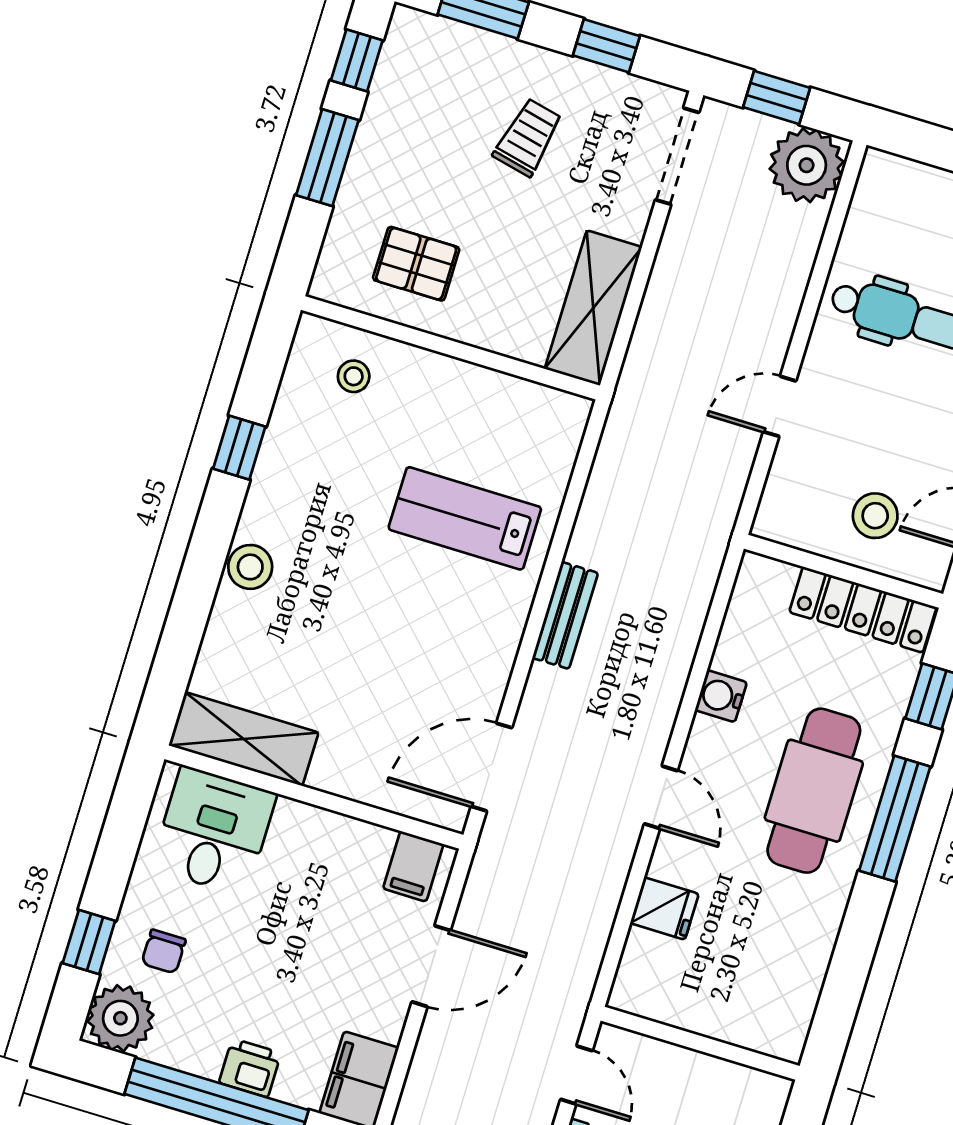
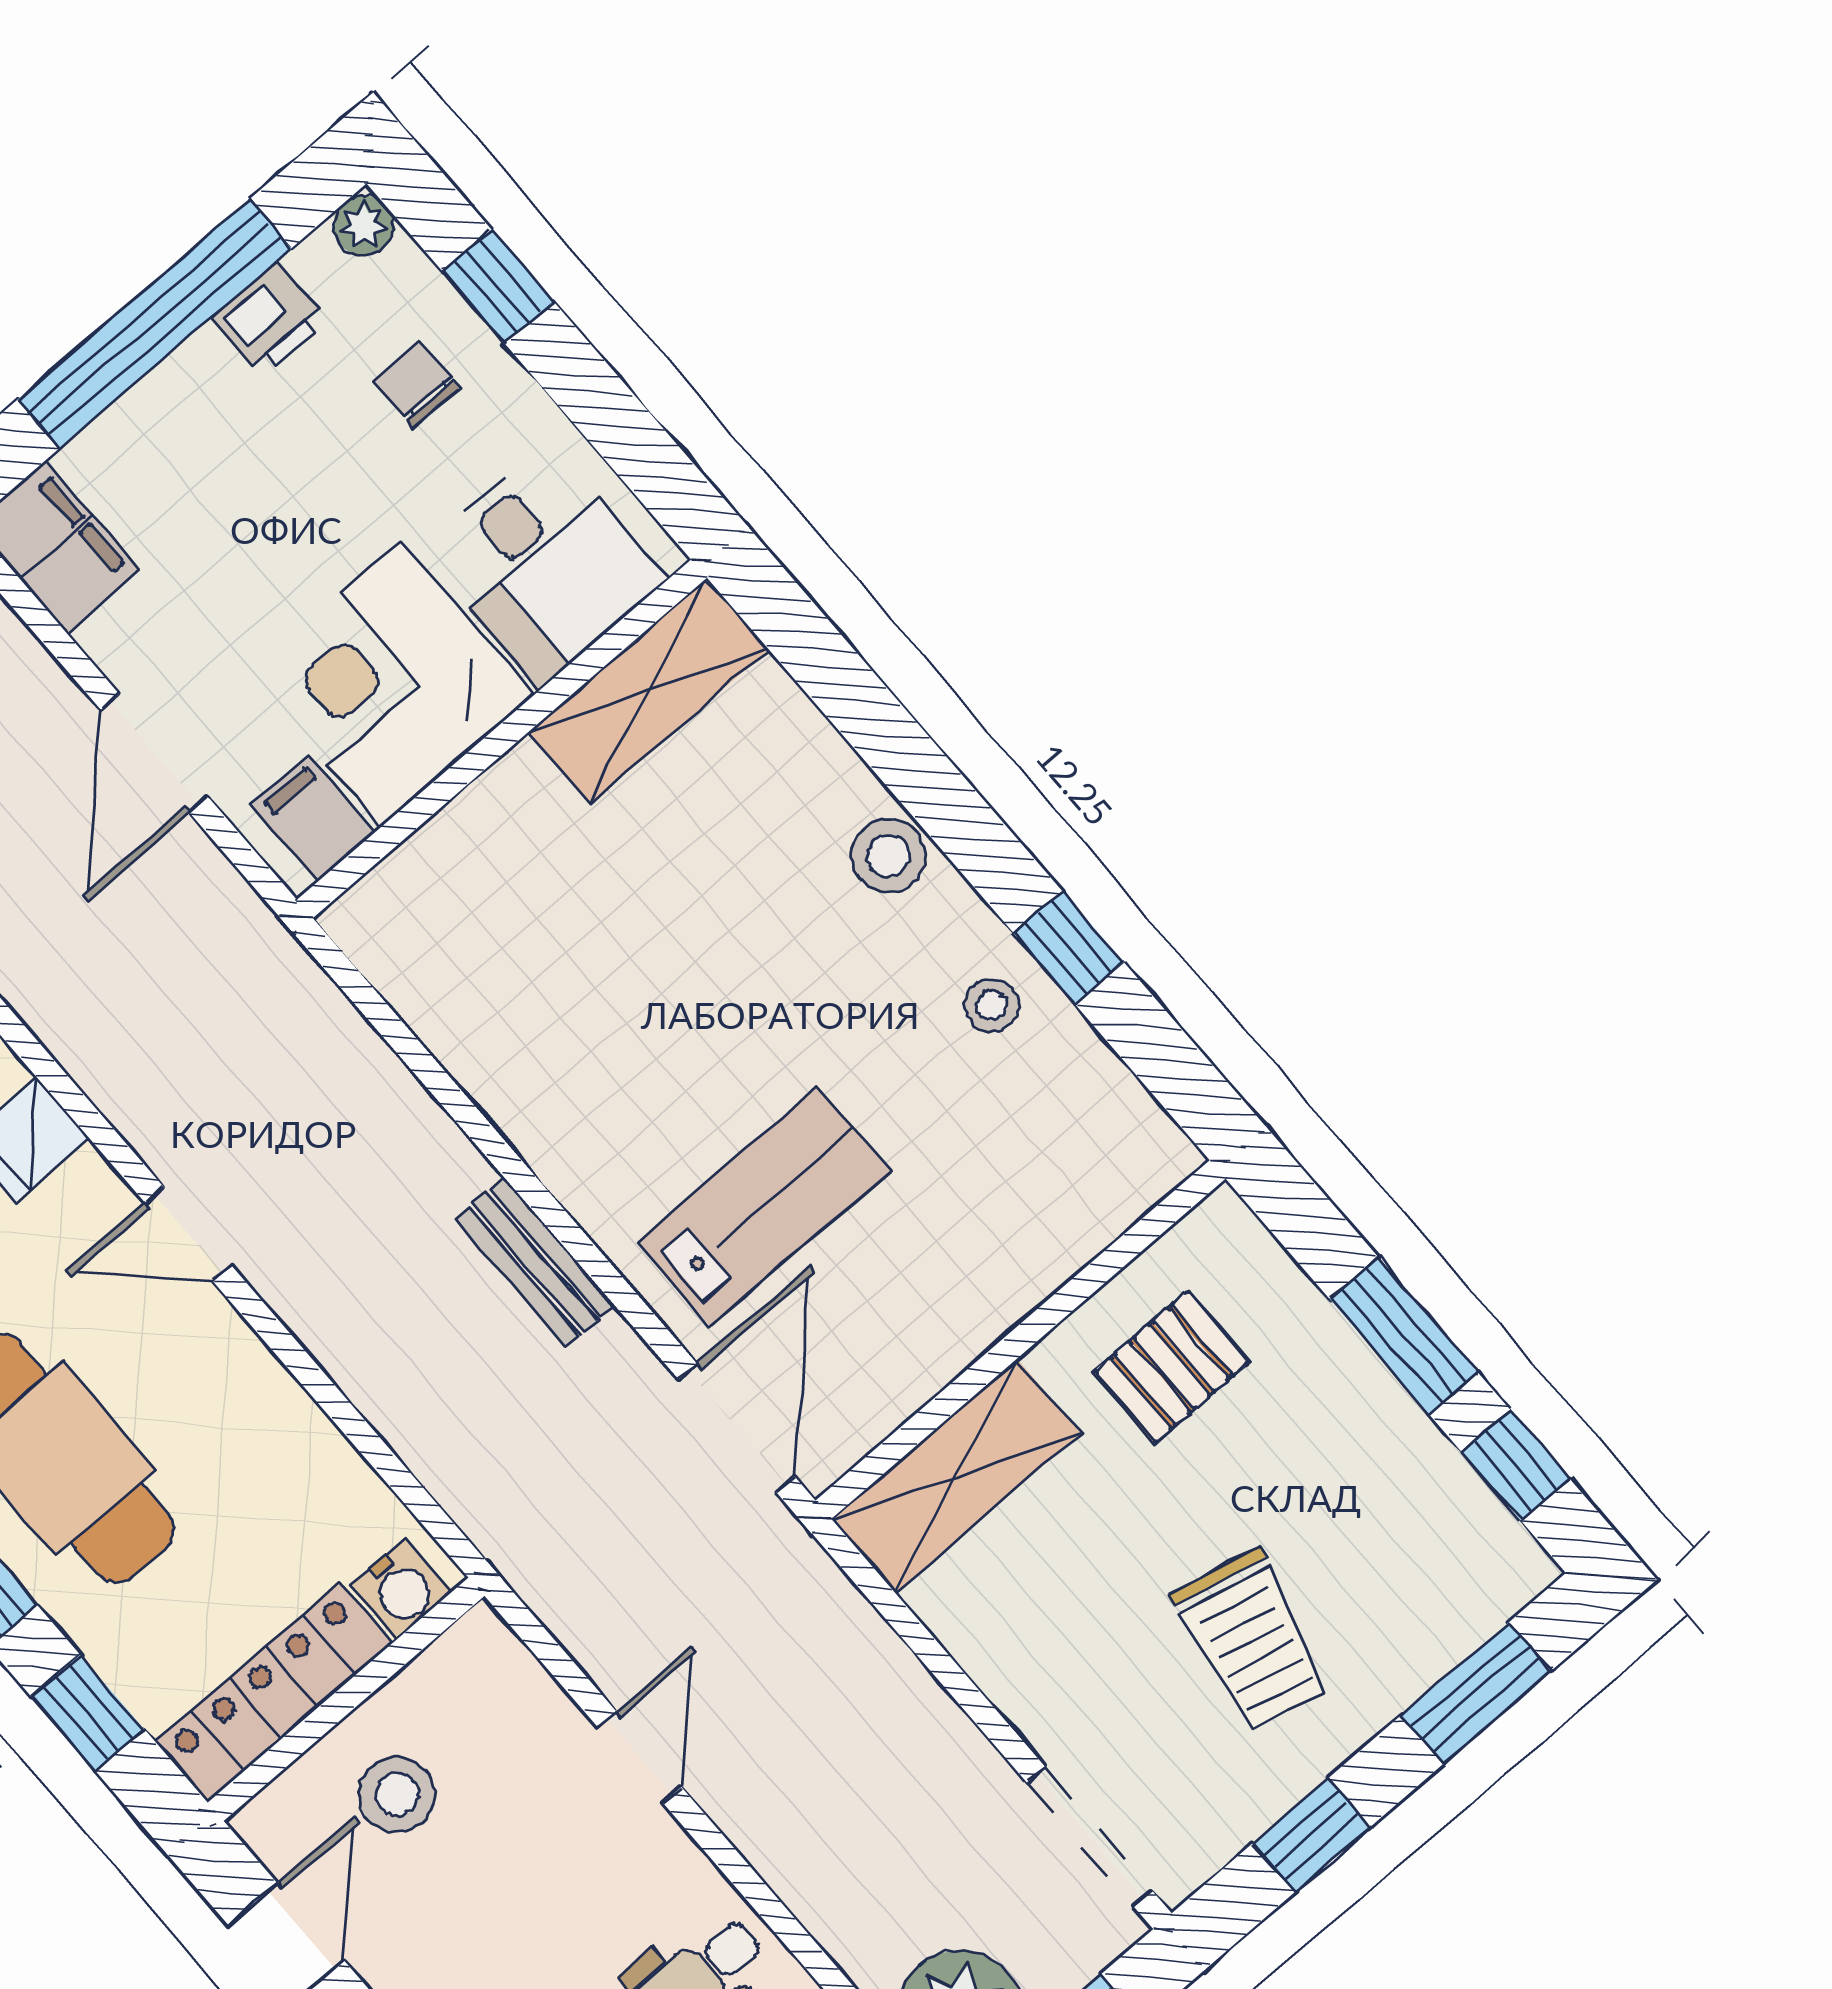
trolley: (528, 137) -> (1251, 1640), width x1.36, depth x1.39
shelving: (593, 308) -> (956, 1476), moved, turned 90
stool: (354, 376) -> (992, 1005), moved
water cooler: (721, 696) -> (401, 1589), moved, turned 90
door: (492, 767) -> (737, 1428), moved
corner desk: (322, 870) -> (391, 684), added
plant: (120, 1018) -> (363, 225), width x0.53, depth x0.53
printer: (250, 1068) -> (269, 319), moved

